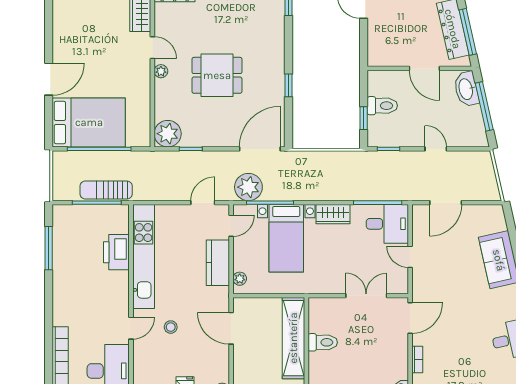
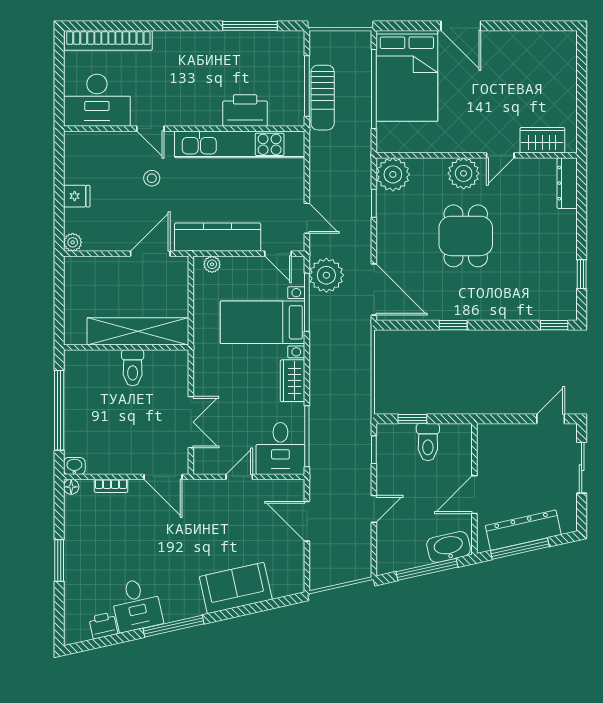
plant: (161, 71) -> (464, 173), width x1.88, depth x1.88
sun lounger: (106, 190) -> (323, 98), turned 180
kitchen counter: (218, 263) -> (218, 237), width x1.50

